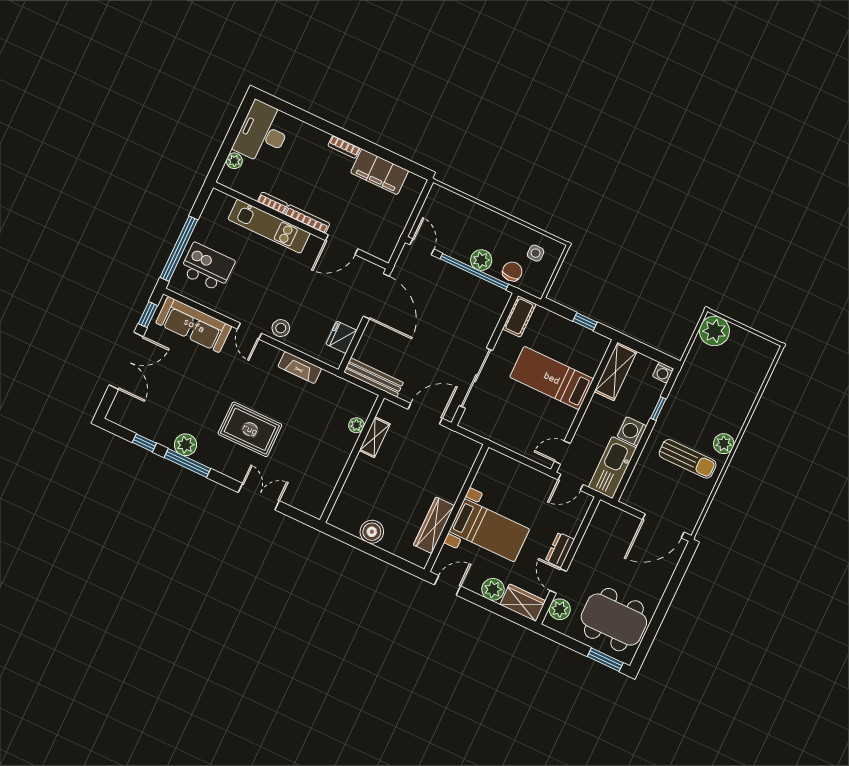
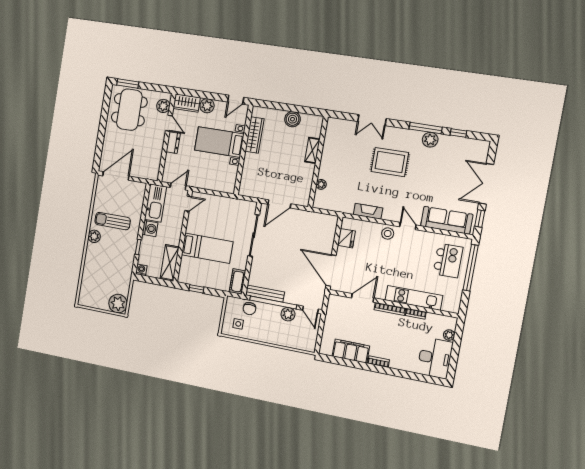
plant: (481, 260) -> (288, 314), moved
kitchen island: (207, 267) -> (448, 261), turned -90
bench: (374, 377) -> (265, 294), moved
shelving: (375, 437) -> (312, 150), moved
dining table: (614, 620) -> (129, 110), turned 90

